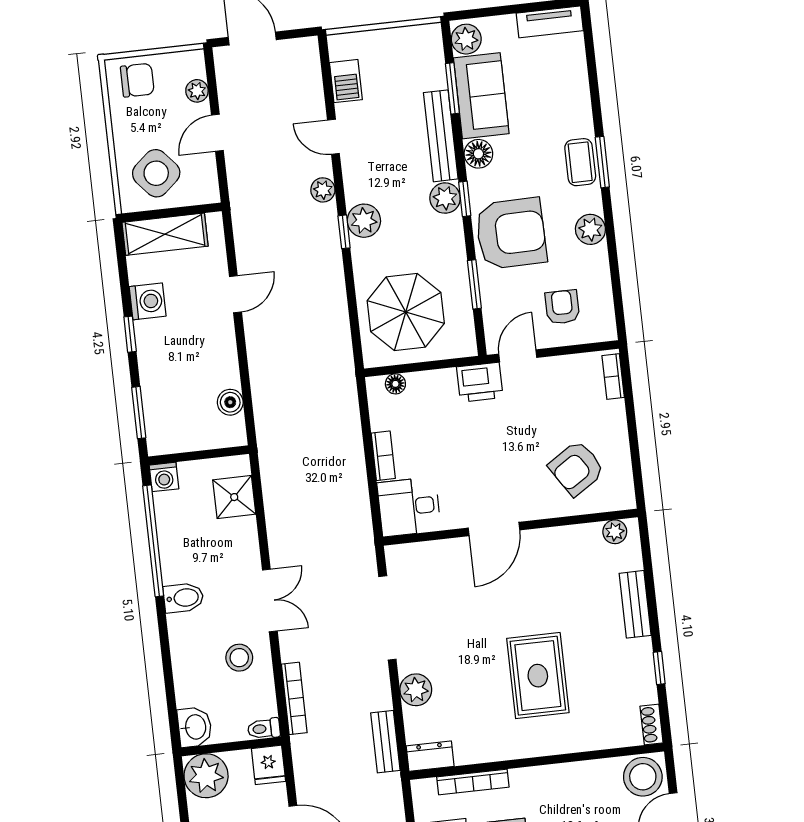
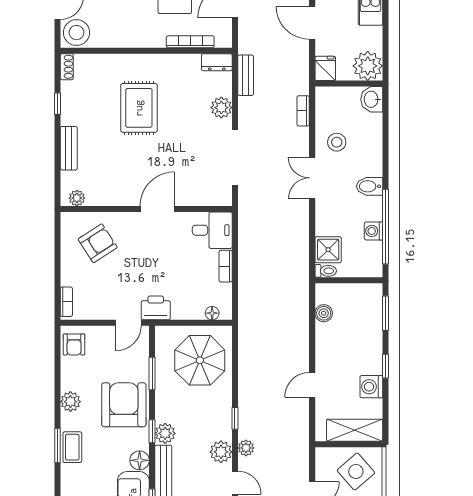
plant: (364, 221) -> (221, 452), moved
armchair: (511, 233) -> (124, 405), turned 91
armchair: (562, 307) -> (74, 344), moved
washing machine: (164, 477) -> (373, 231), moved, turned -90
bookcase: (294, 698) -> (303, 111), width x0.64
toilet: (264, 729) -> (326, 271), moved

